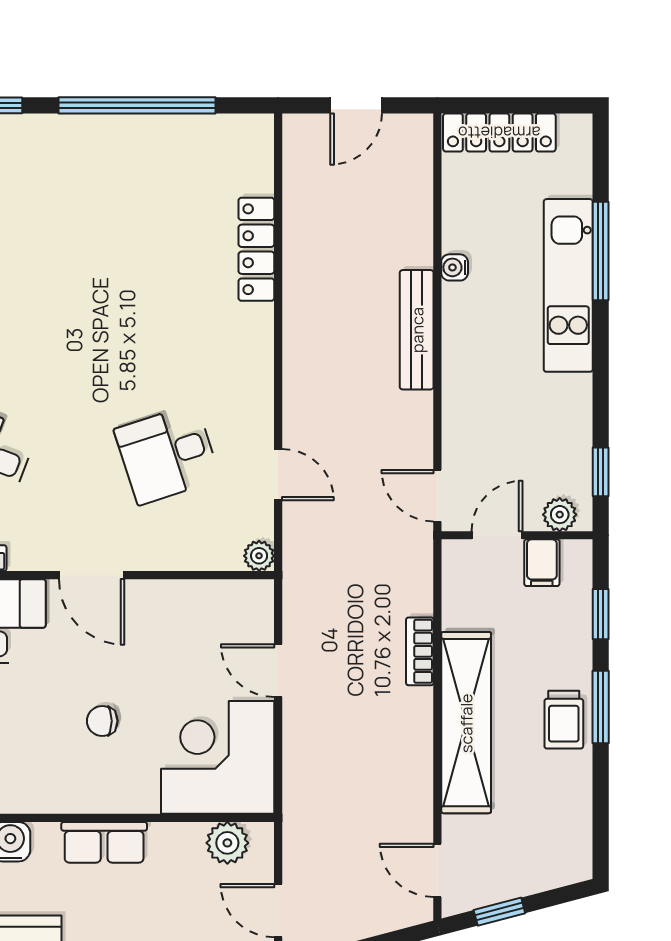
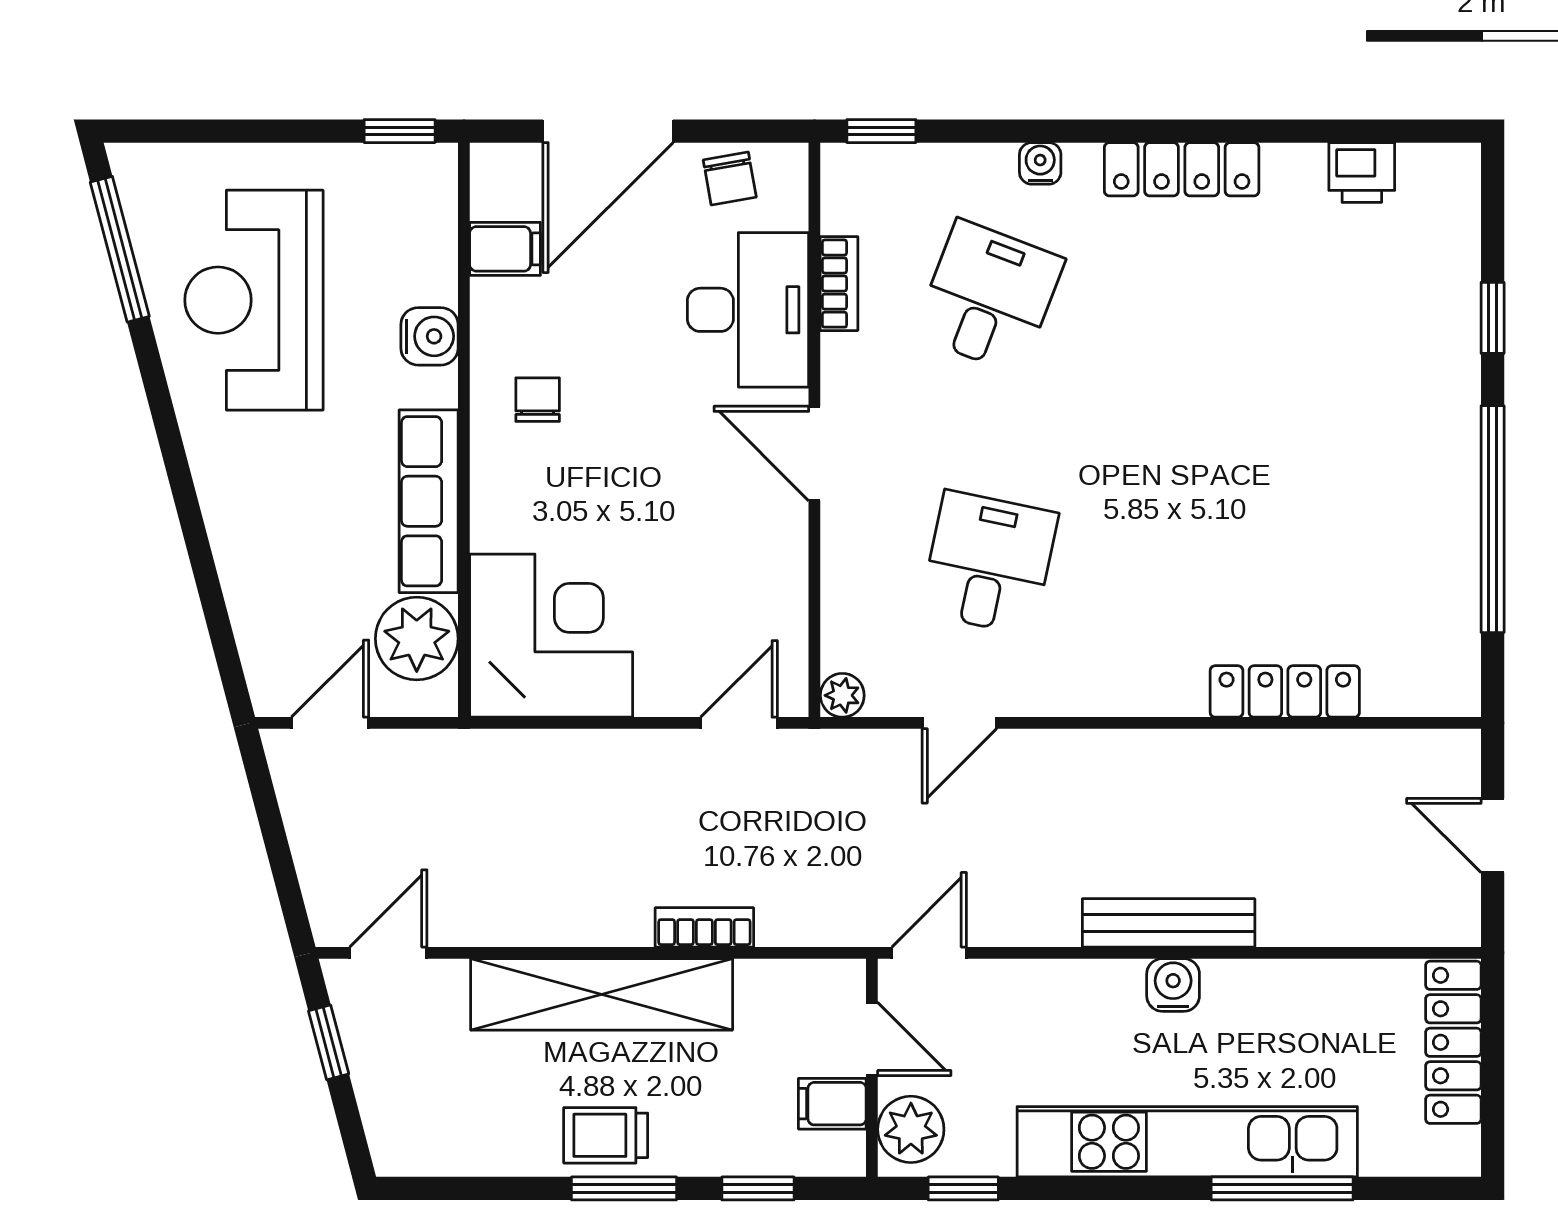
water cooler: (455, 267) -> (1173, 985), moved, width x1.38, depth x1.38
kitchen unit: (568, 285) -> (1187, 1142), width x1.36
desk: (167, 454) -> (989, 563), turned 30
plant: (560, 515) -> (911, 1129), width x1.38, depth x1.38
door: (92, 575) -> (814, 454), hinge flipped
door: (278, 671) -> (739, 723), moved
chair: (102, 721) -> (538, 400), moved
row of seats: (104, 842) -> (429, 501), width x1.48
plant: (227, 843) -> (417, 639), width x1.36, depth x1.36

